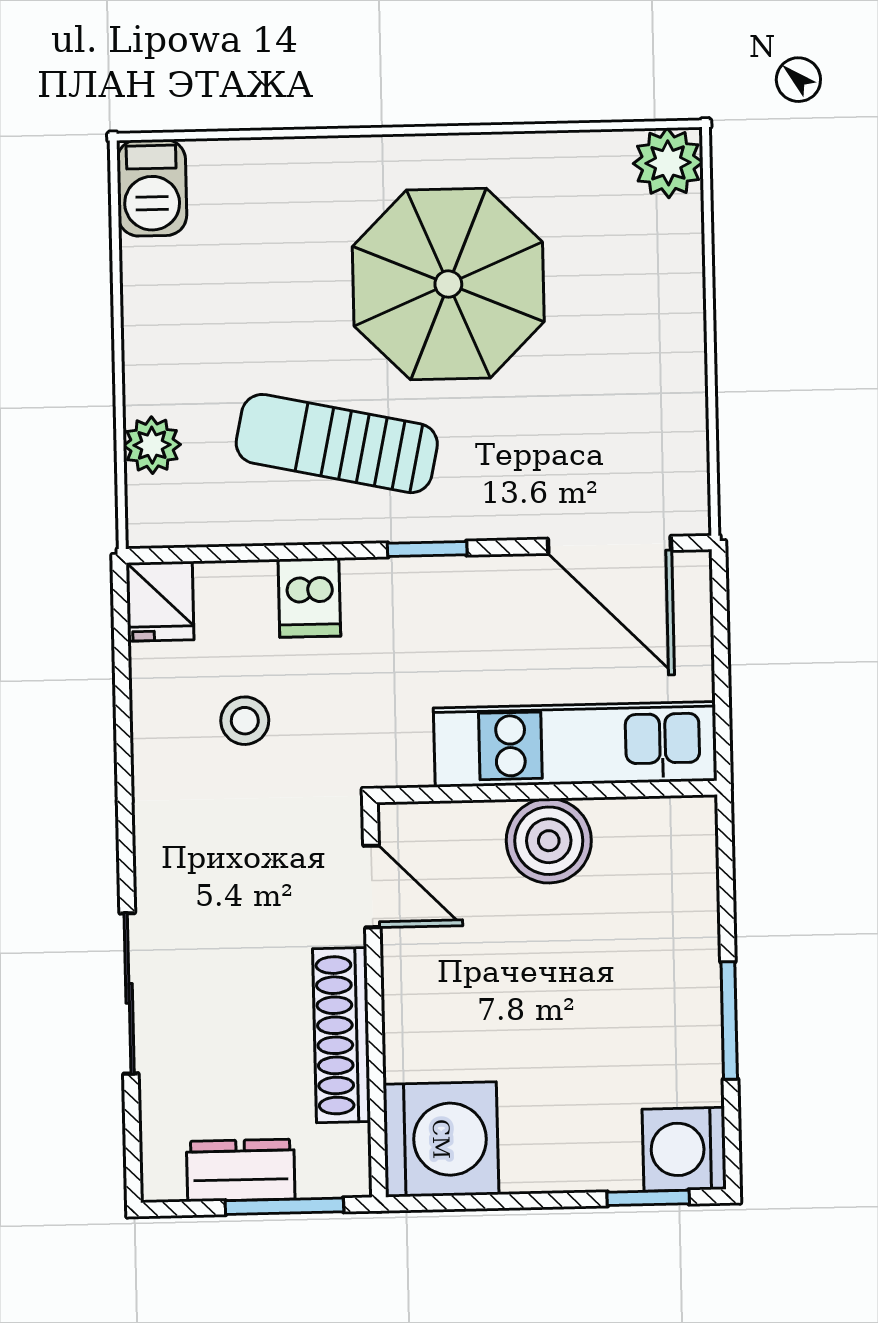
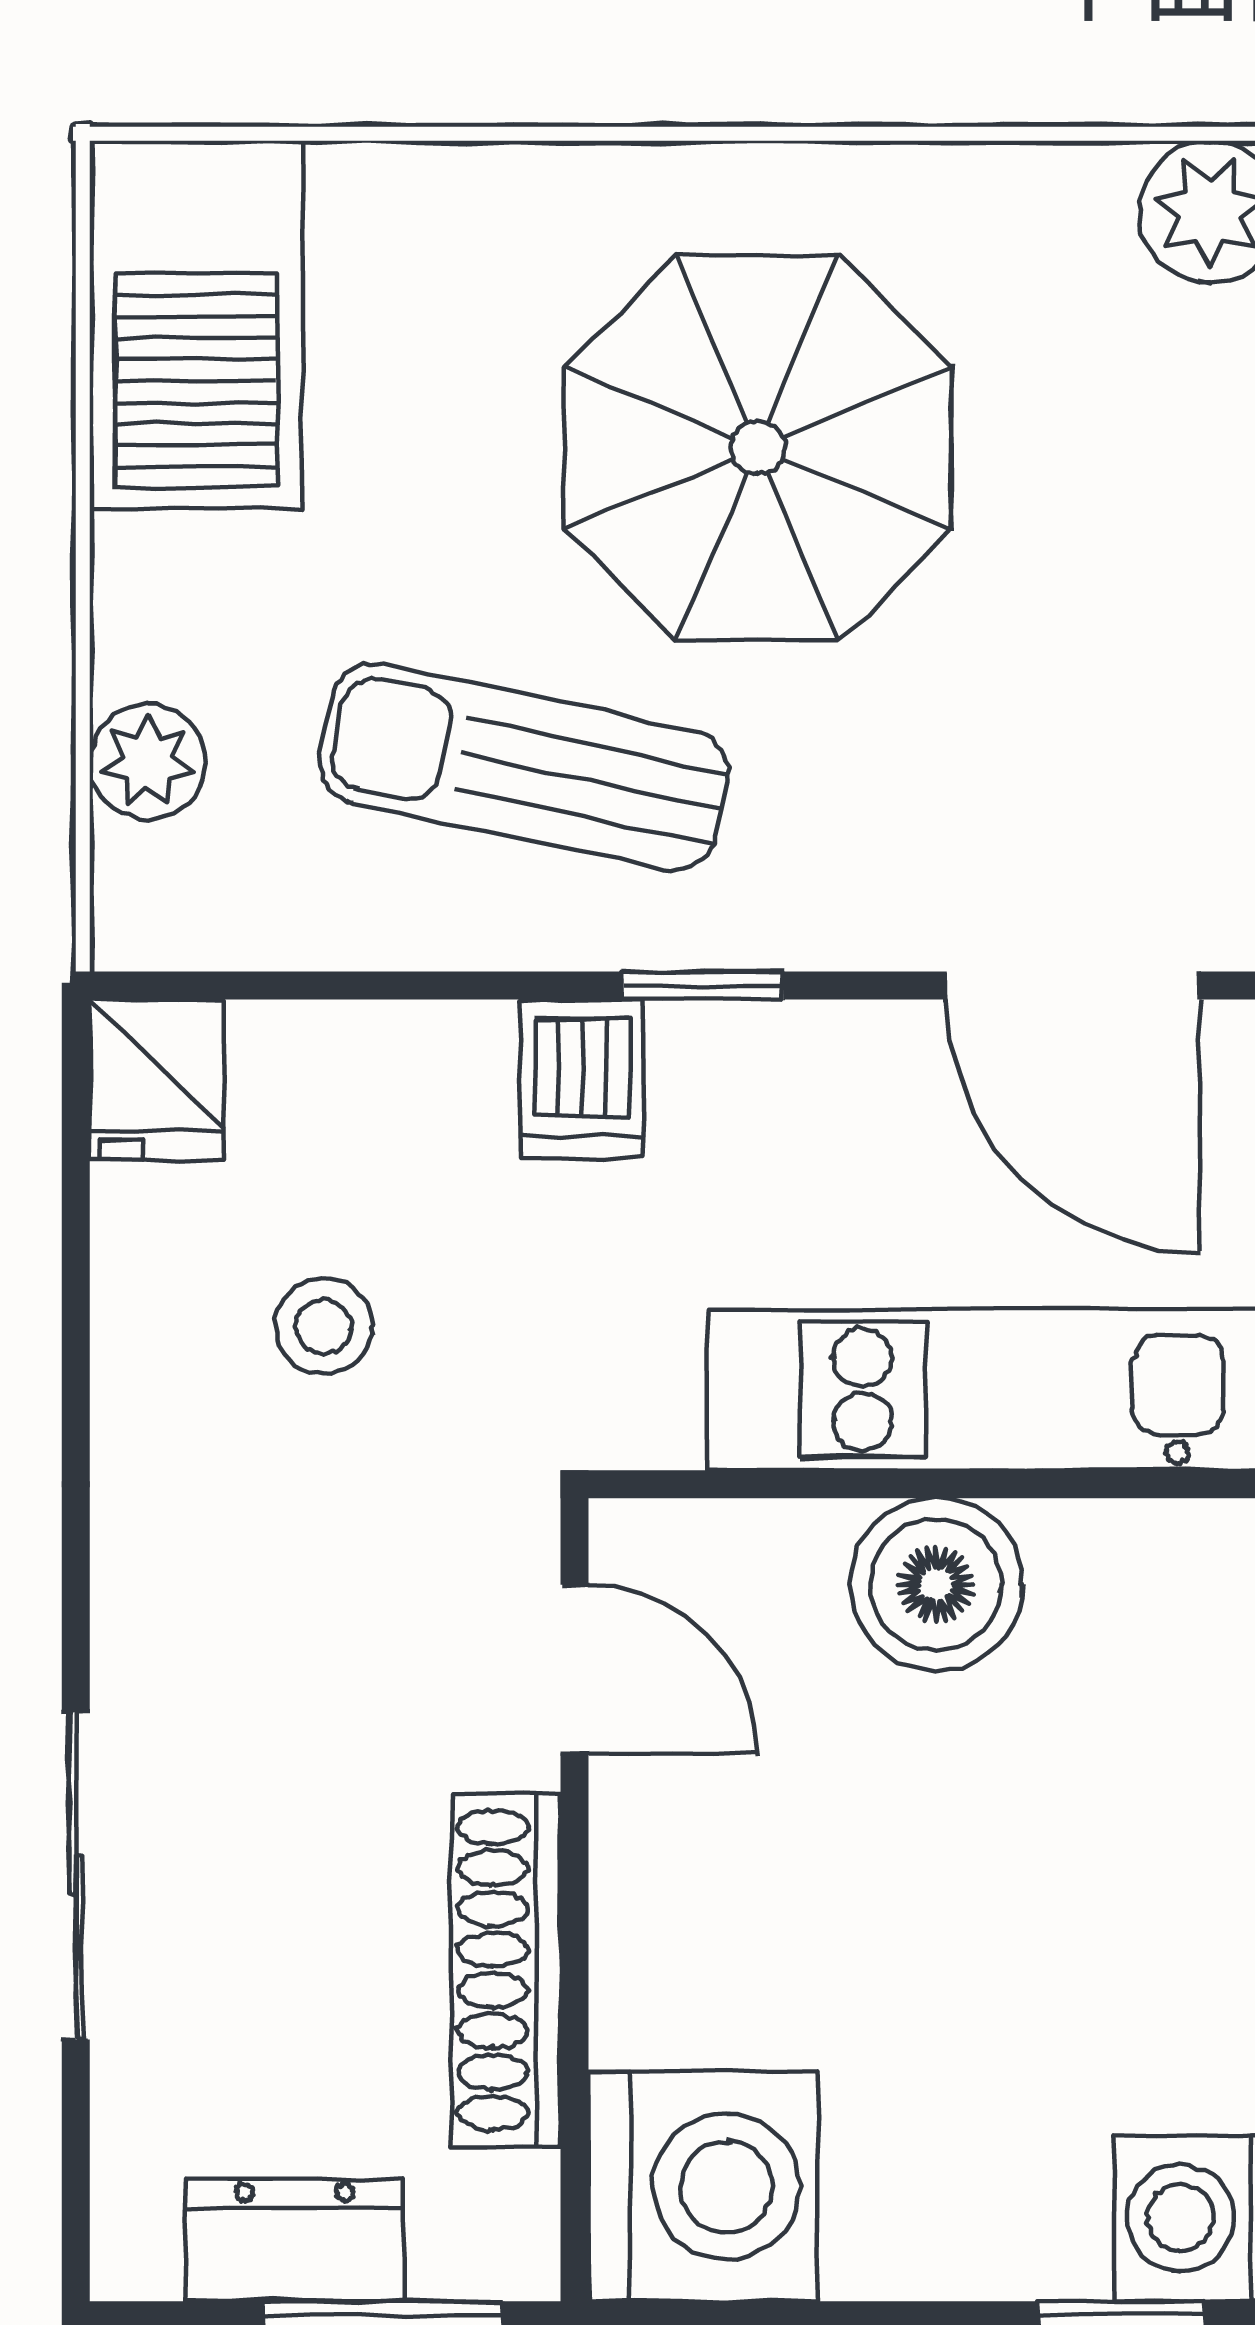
barbecue: (152, 188) -> (196, 325), width x1.88, depth x1.53
dishwasher: (309, 598) -> (582, 1079), moved

